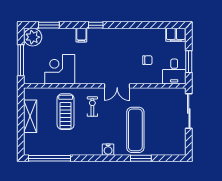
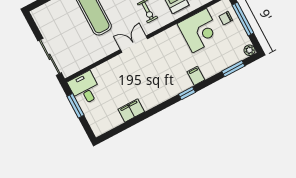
filing cabinet: (176, 35) -> (131, 110), moved
plant: (33, 37) -> (250, 50), width x0.53, depth x0.53
chair: (147, 60) -> (226, 18), moved

